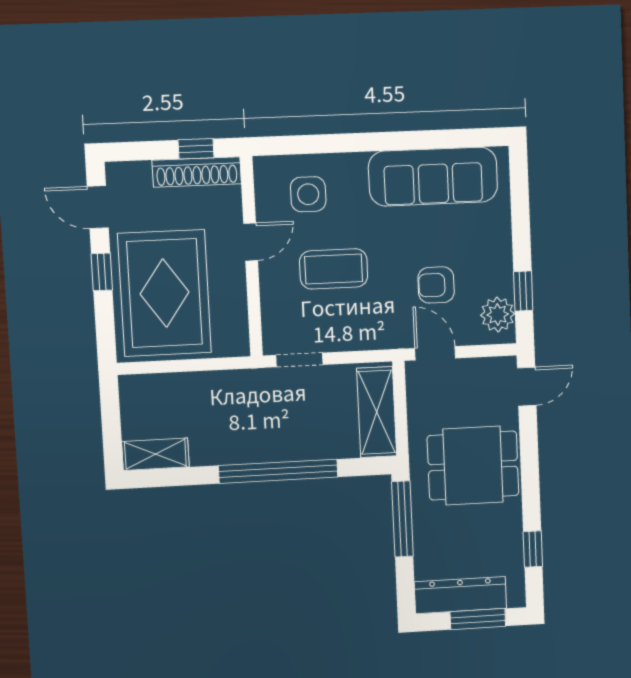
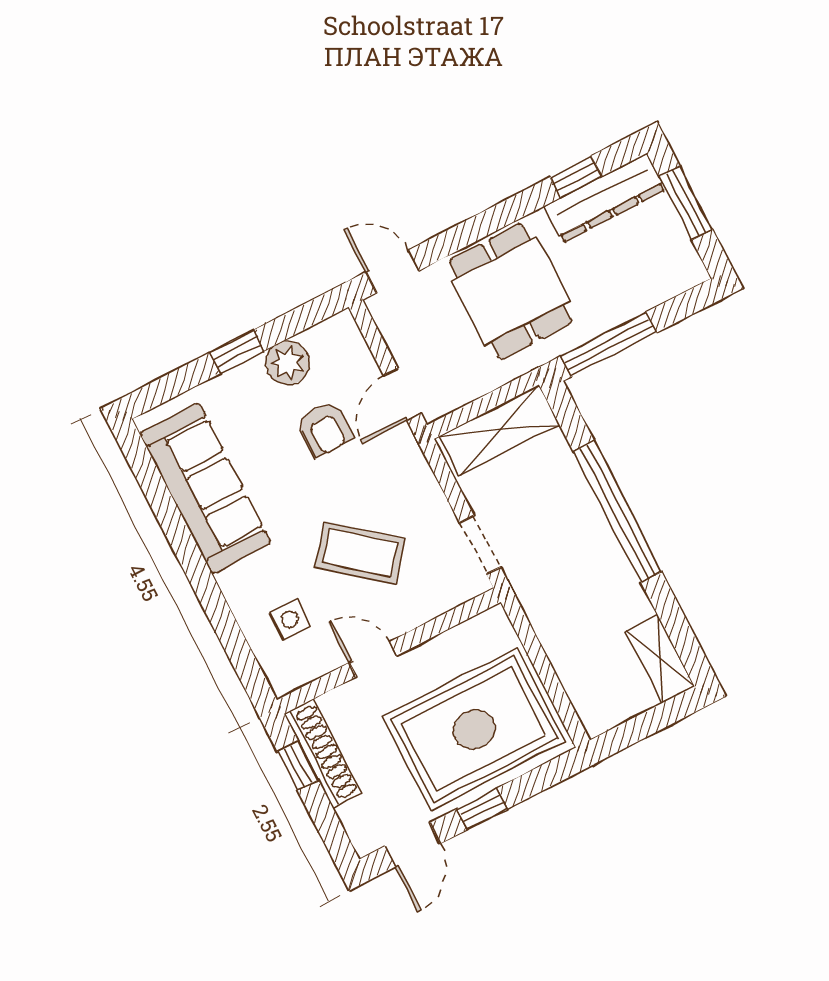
side table: (308, 194) -> (290, 619), width x0.73, depth x0.73
coffee table: (334, 269) -> (360, 553), turned -51
window: (523, 291) -> (237, 352), moved
plant: (498, 314) -> (288, 363), moved
dresser: (460, 595) -> (605, 198), moved, turned -90

